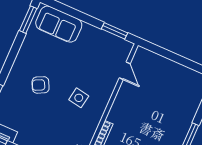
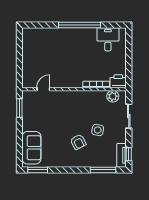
side table: (79, 98) -> (98, 130), moved

